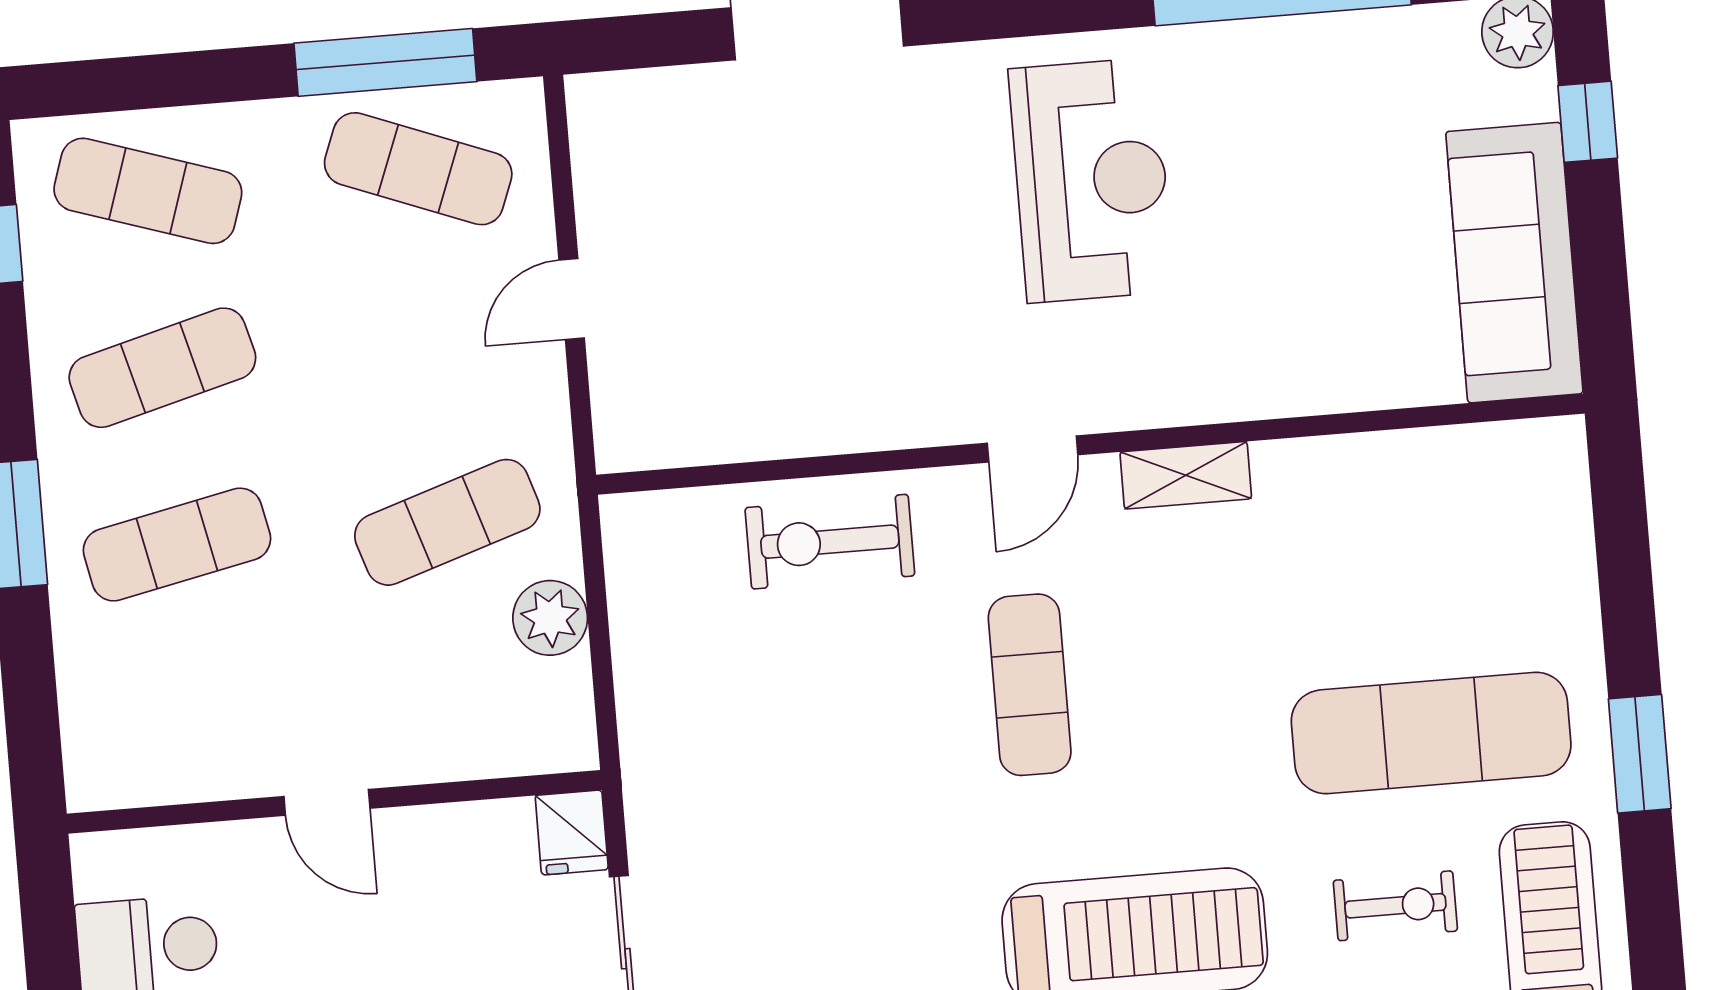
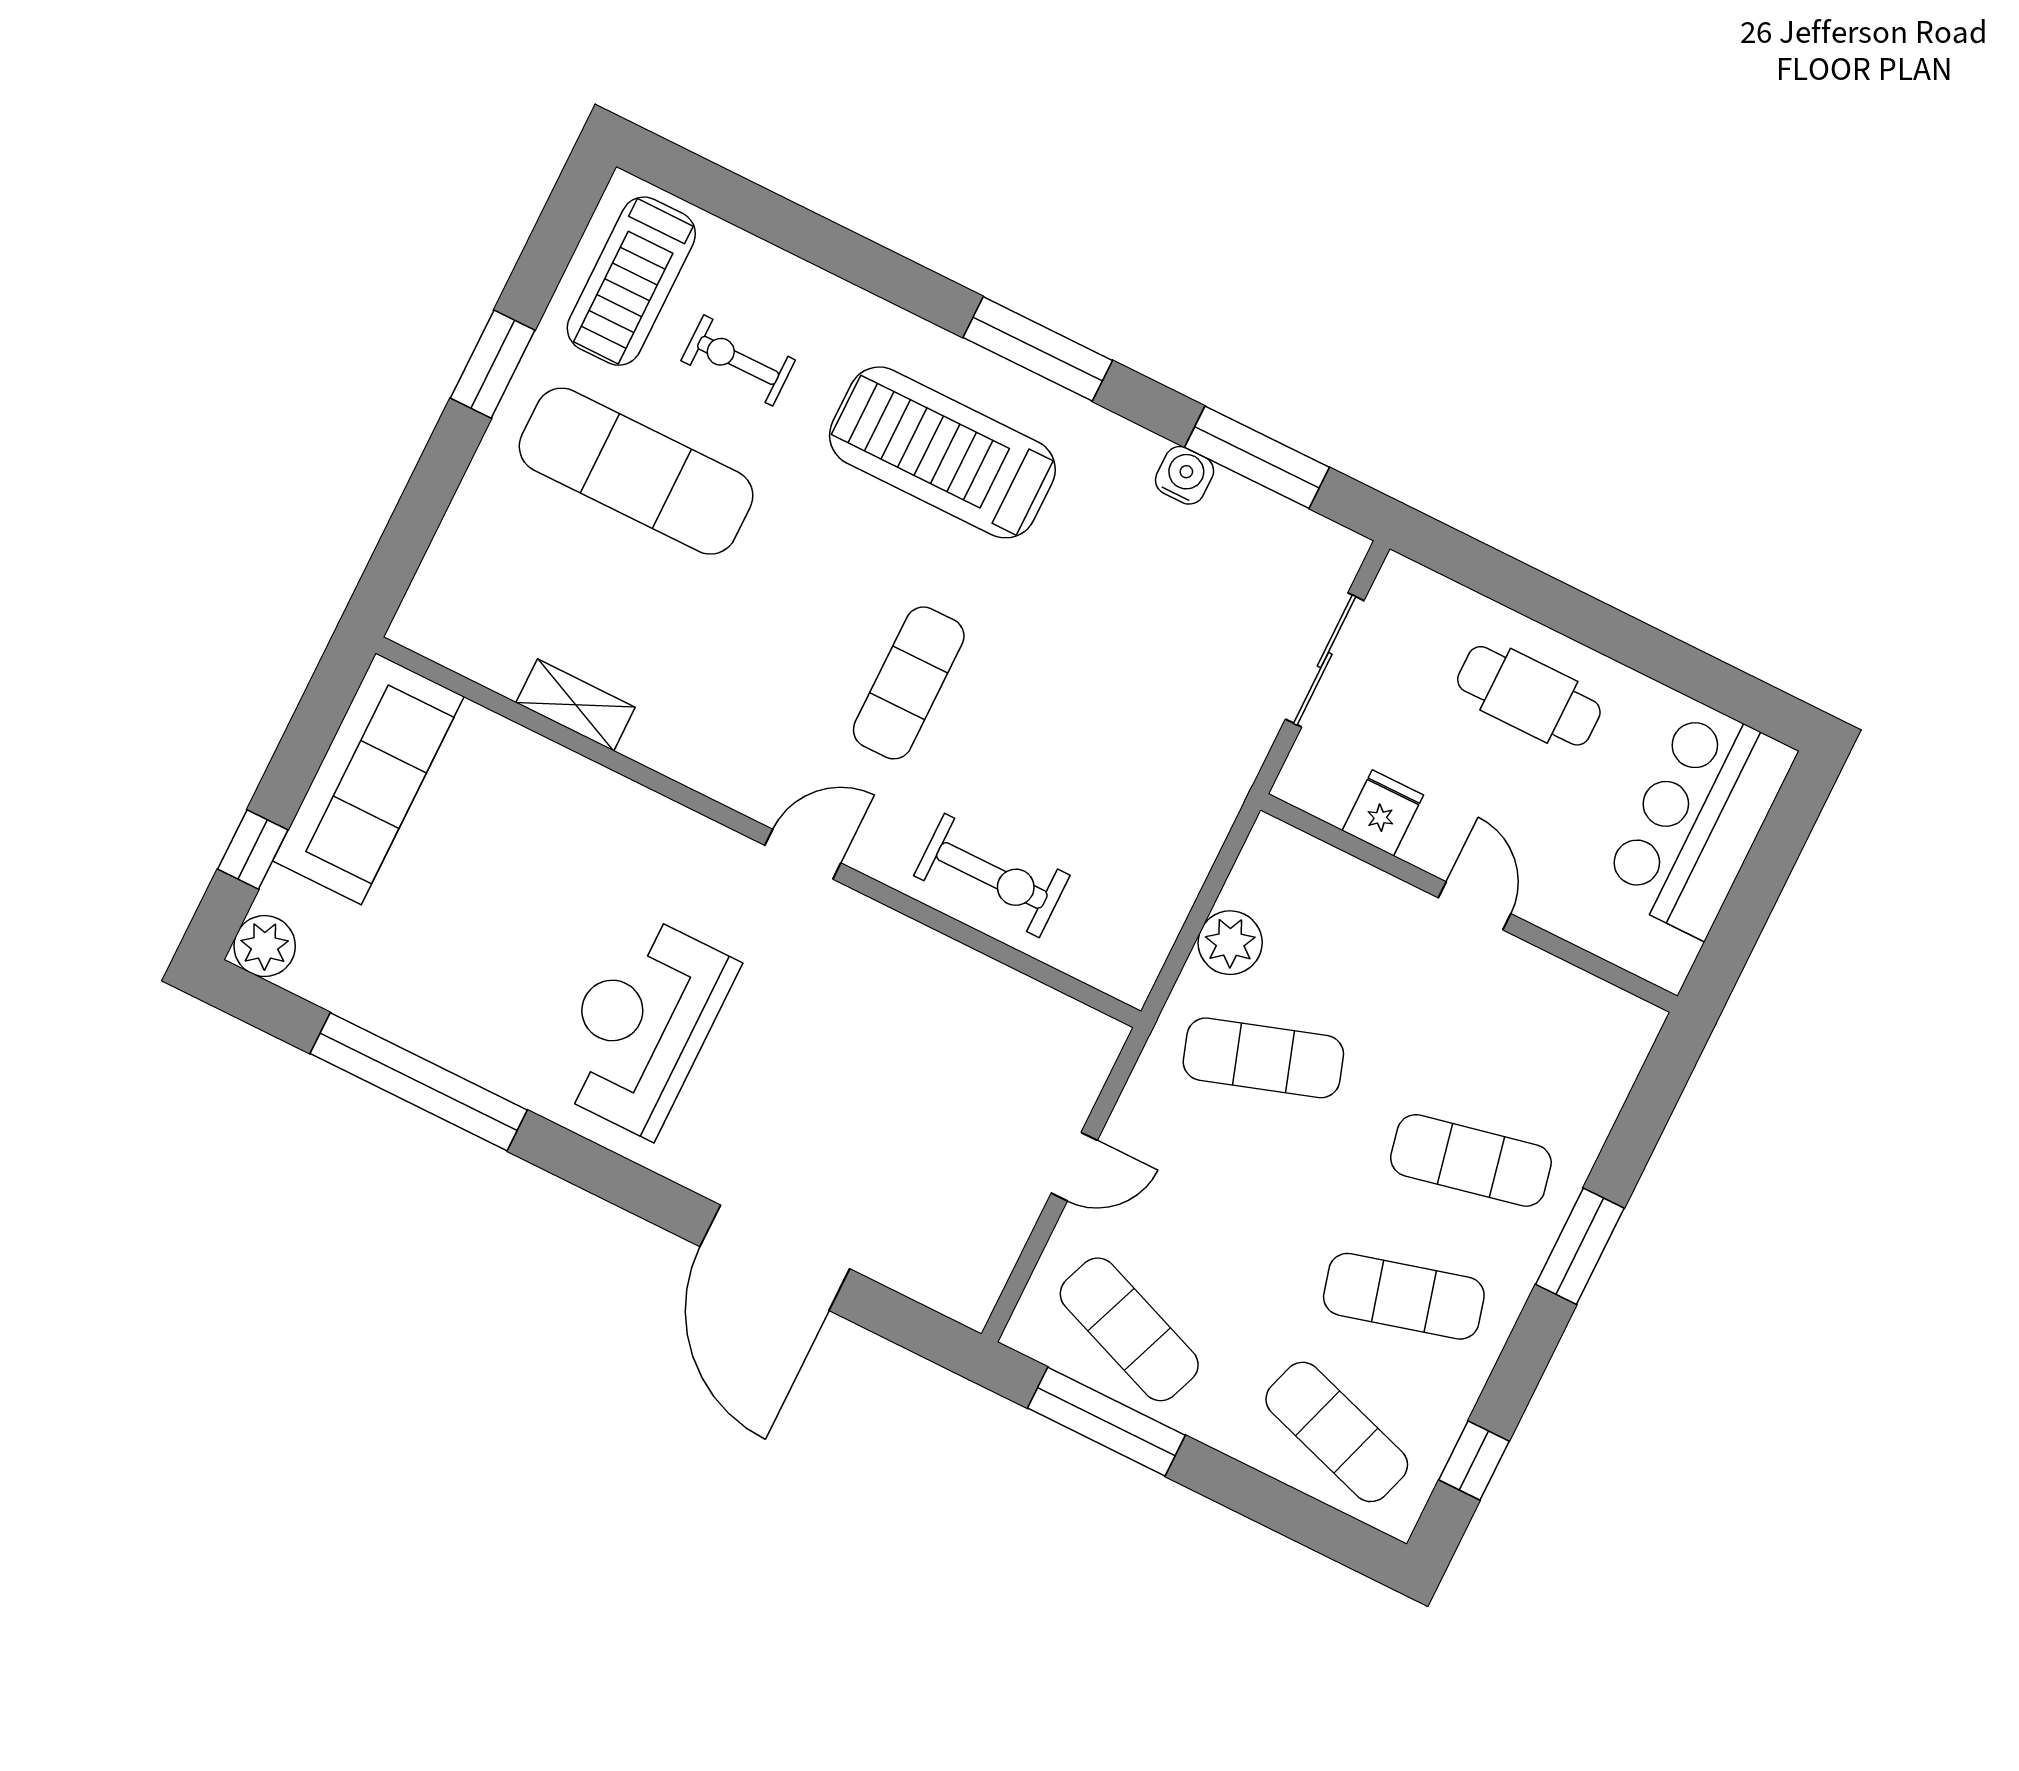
shelving: (1186, 475) -> (576, 705), moved
fridge: (572, 832) -> (1383, 813), moved

